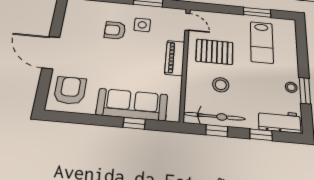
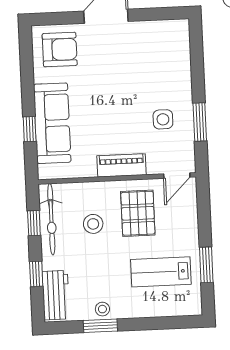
armchair: (115, 30) -> (150, 87), removed

